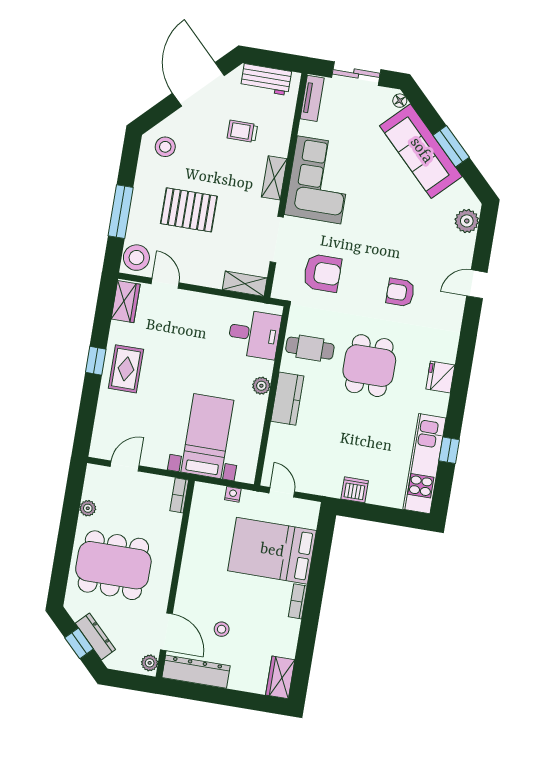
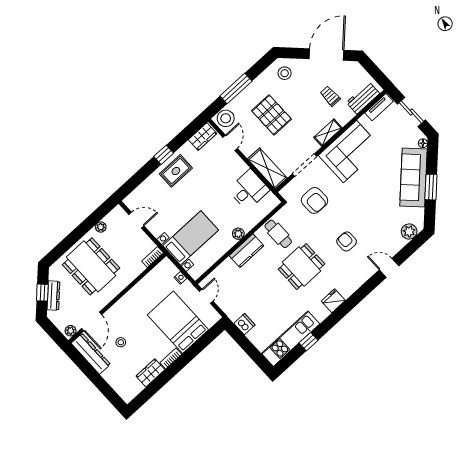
workbench: (266, 80) -> (363, 98), moved, turned 90
shelving: (245, 284) -> (267, 169), width x1.50, depth x1.33
desk: (254, 334) -> (249, 190), moved, turned -90
wardrobe: (280, 677) -> (150, 373), moved

